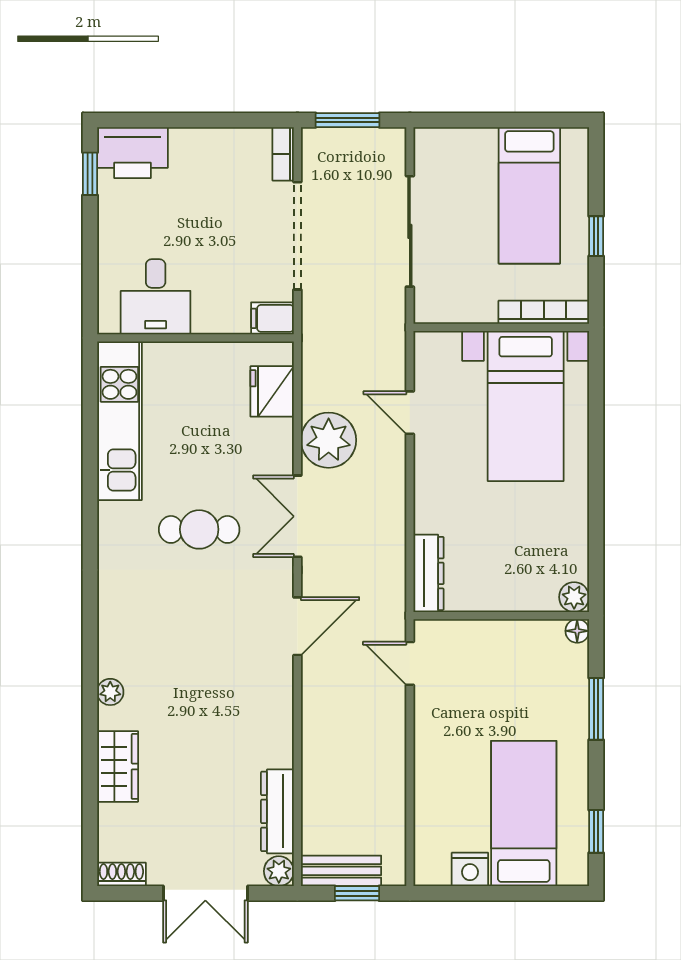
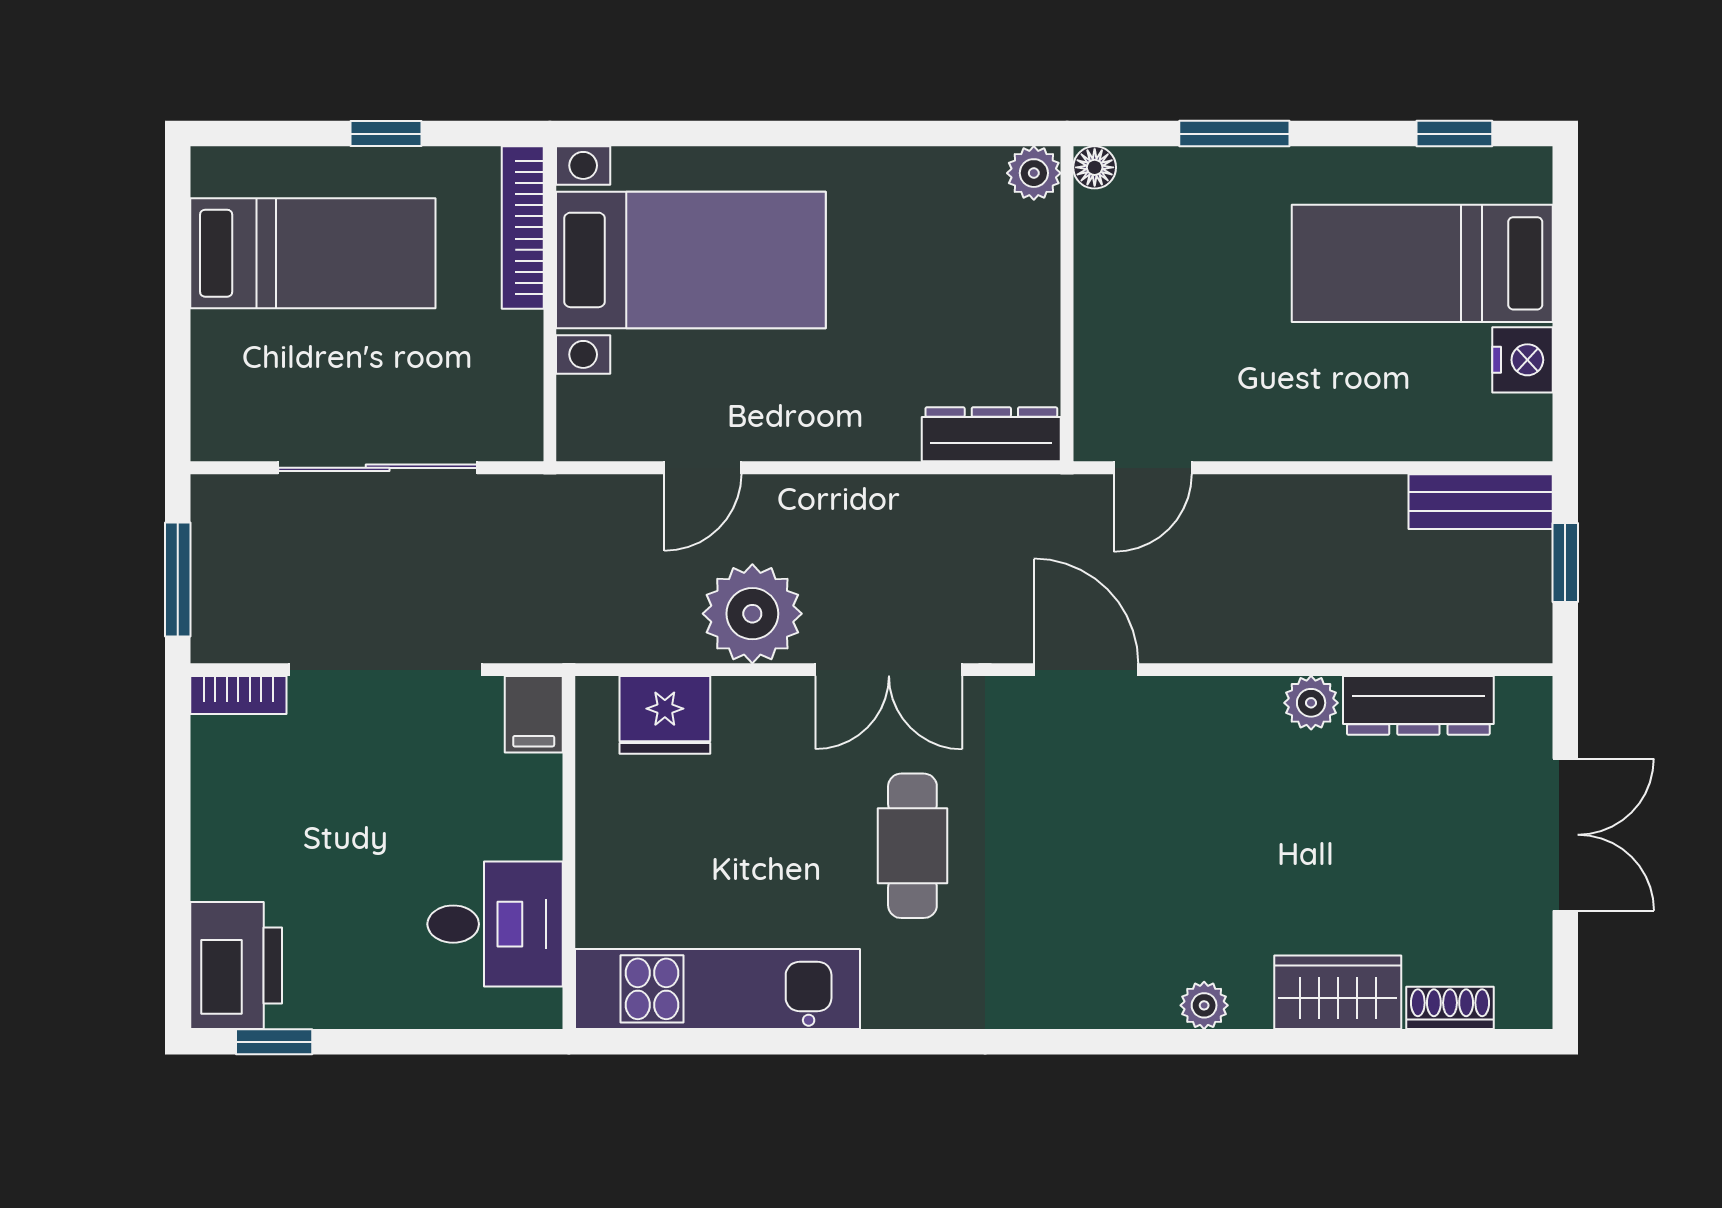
plant: (279, 871) -> (1311, 703), moved
bench: (341, 871) -> (1481, 502), moved, turned 90
shoe rack: (121, 874) -> (1450, 1008), moved, turned 90

